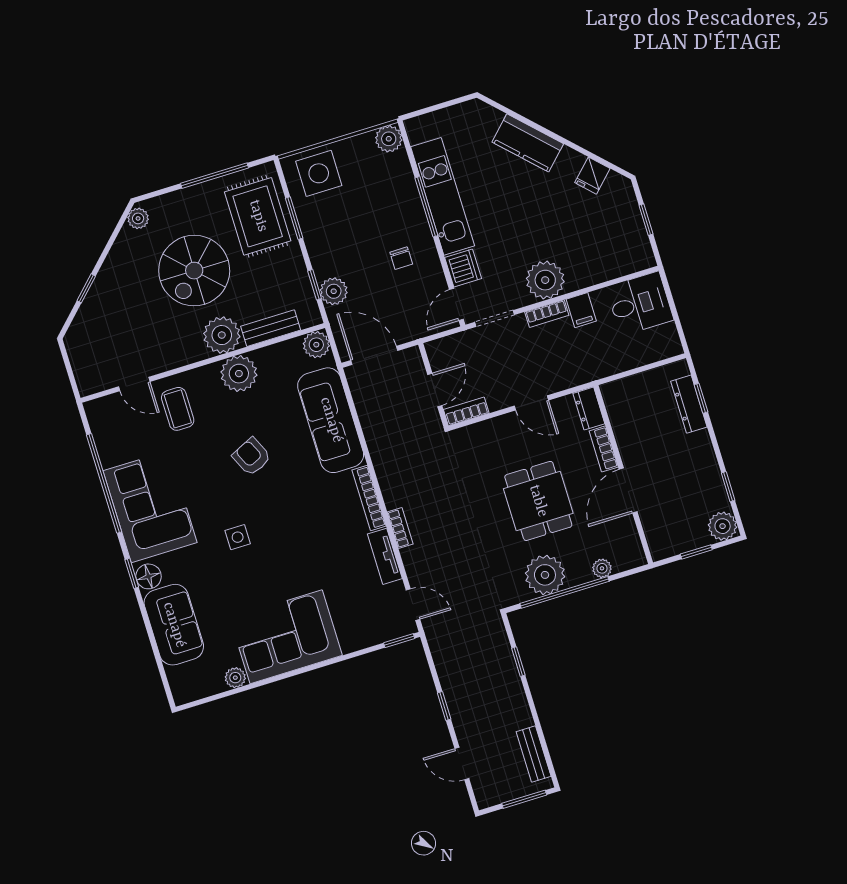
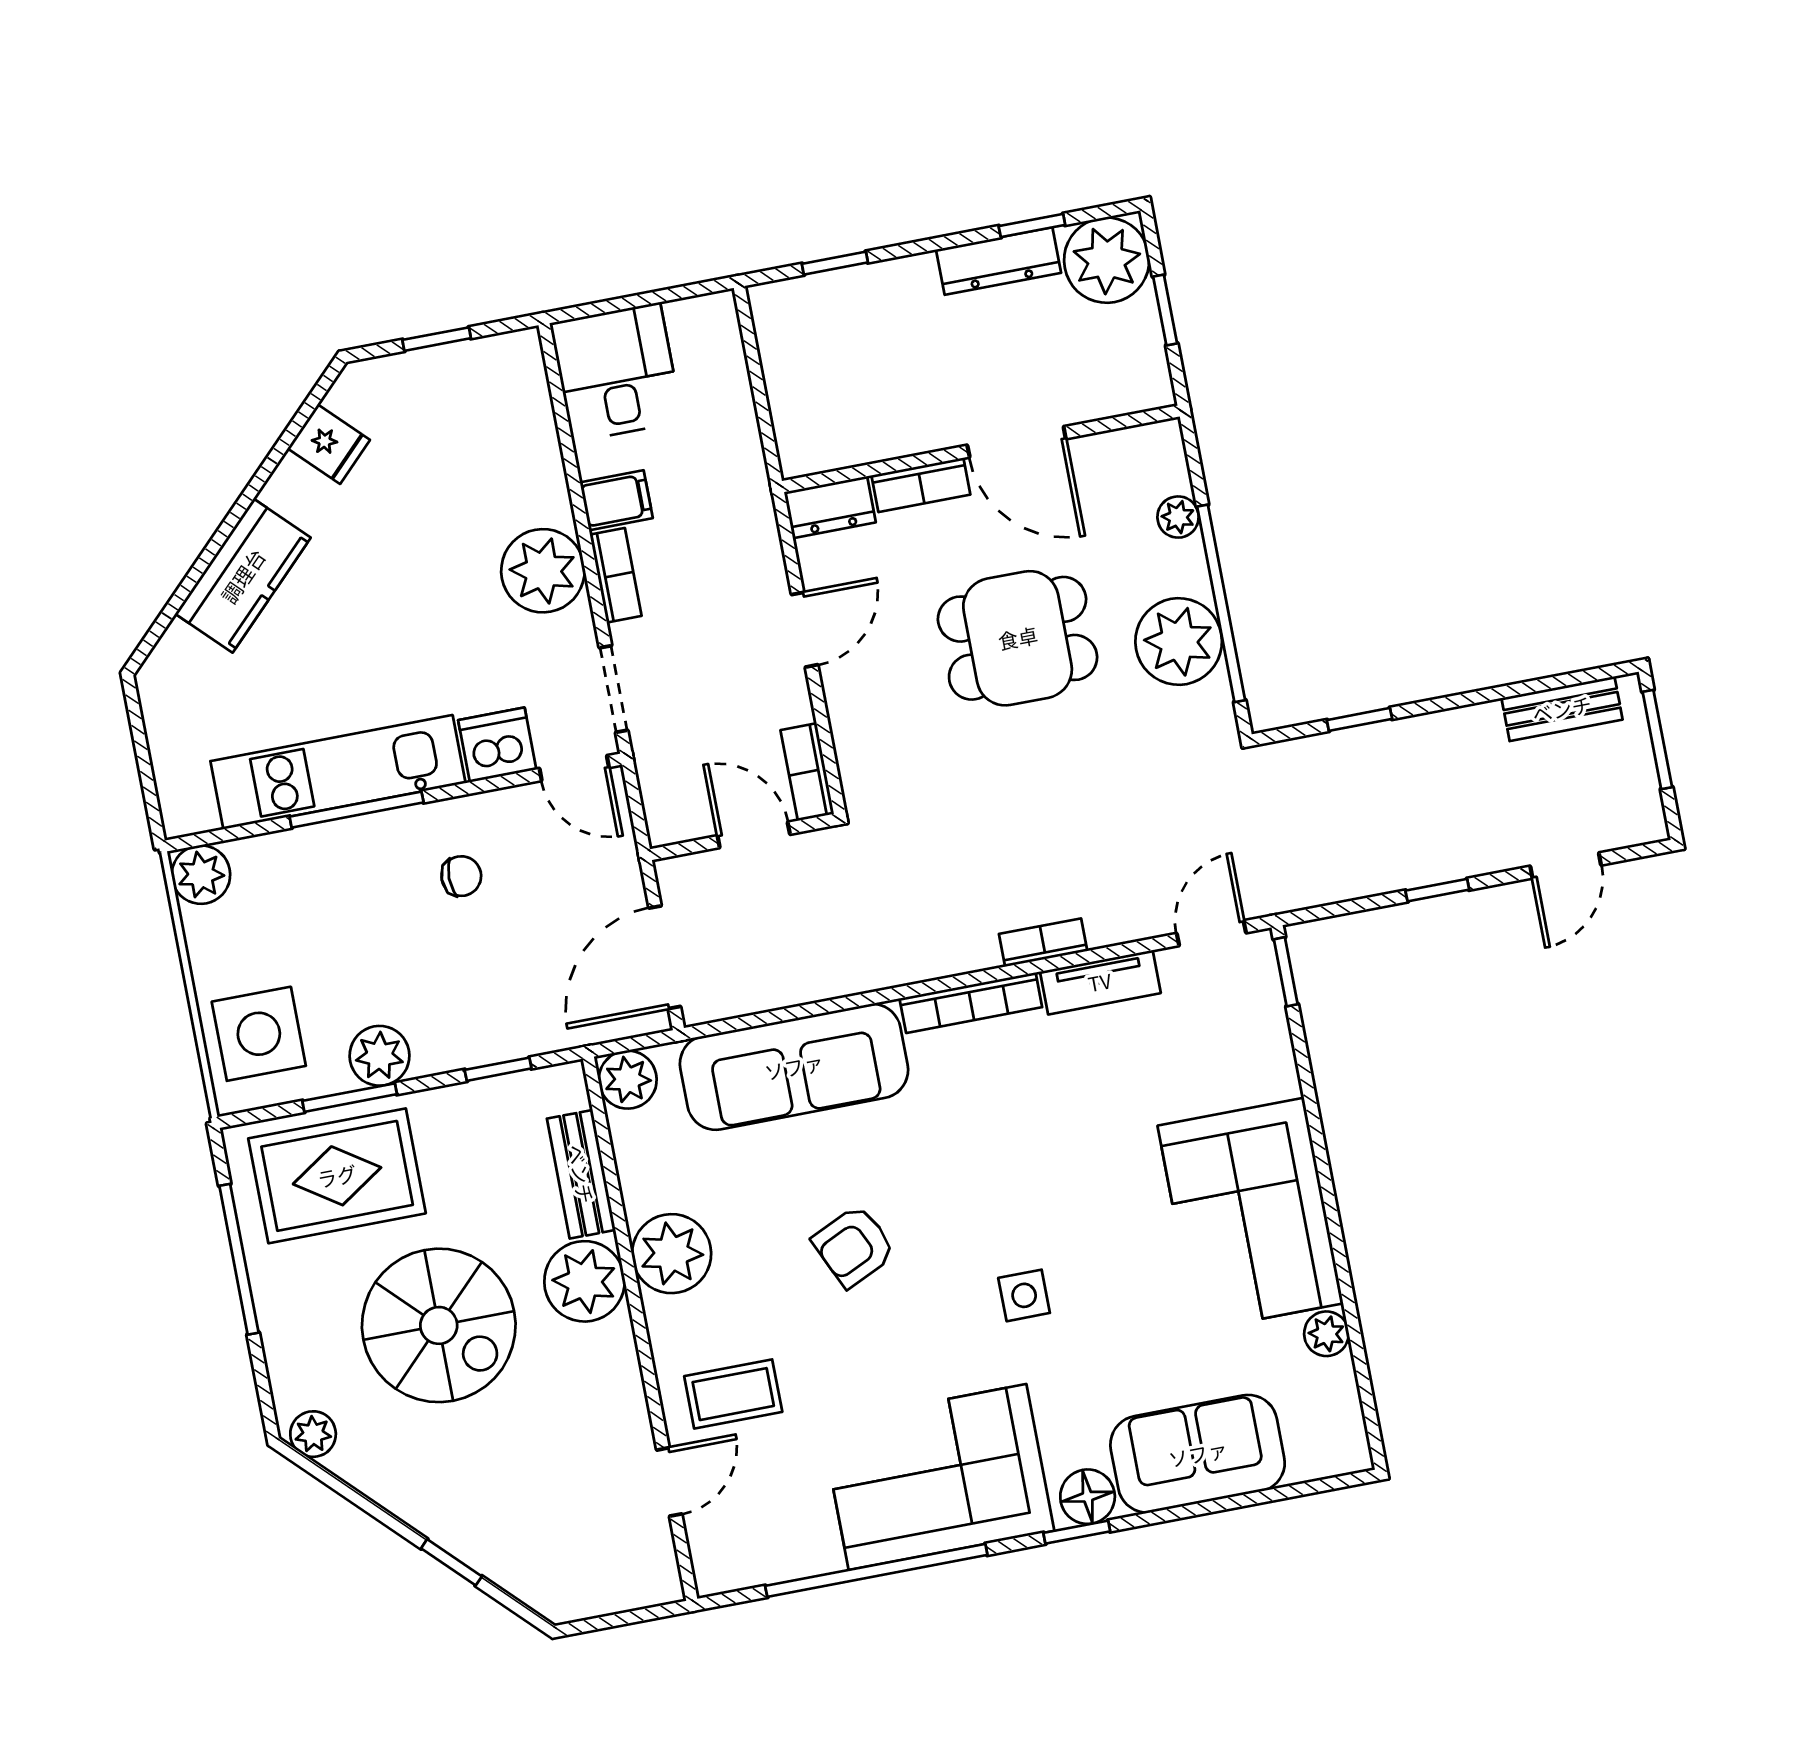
plant: (334, 291) -> (380, 1056), moved
dresser: (689, 404) -> (999, 261), moved
plant: (723, 526) -> (1107, 260), width x1.36, depth x1.36

